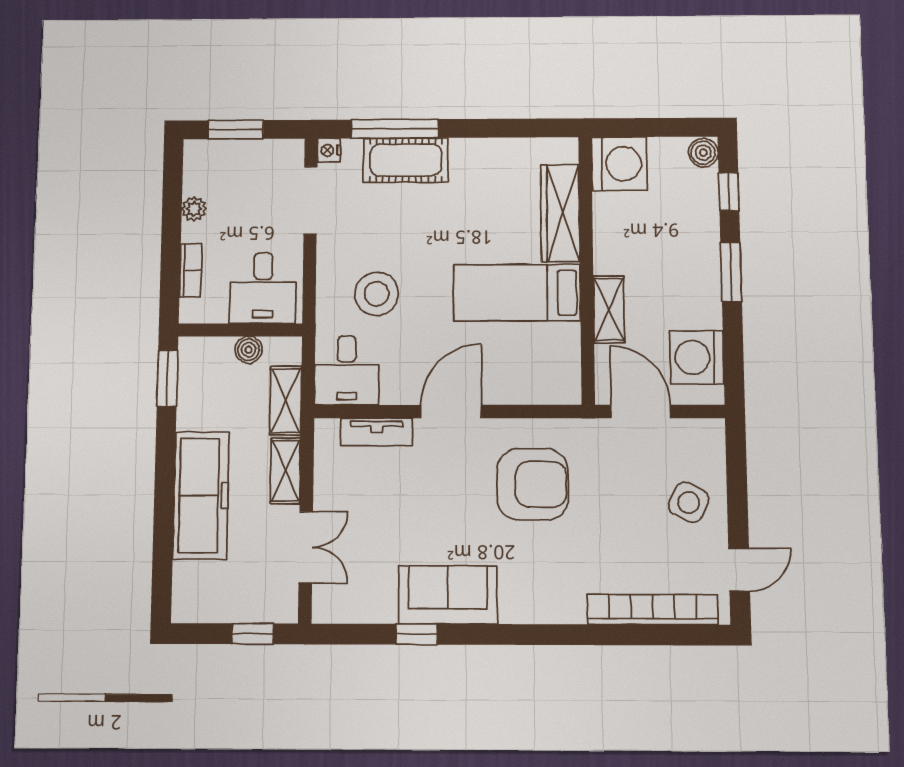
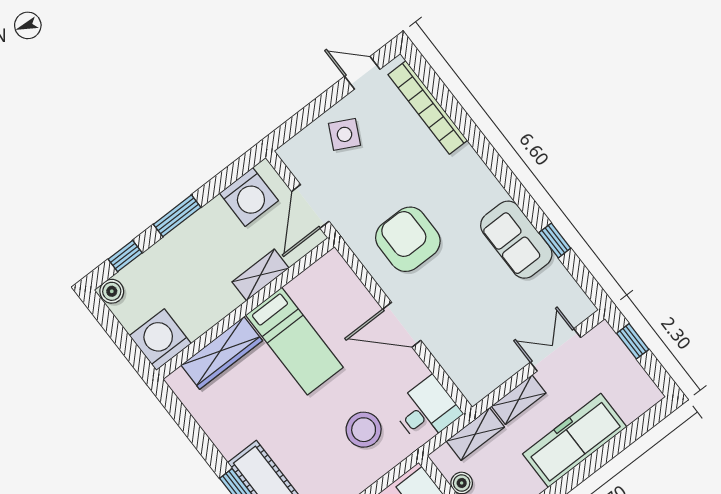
tv unit: (377, 432) -> (451, 362), removed

